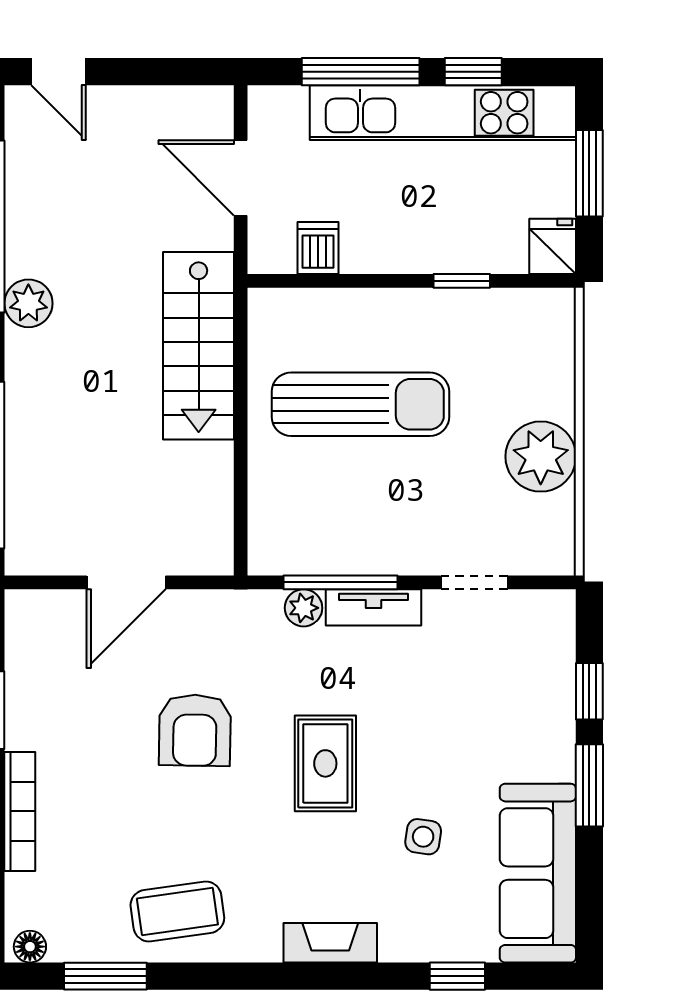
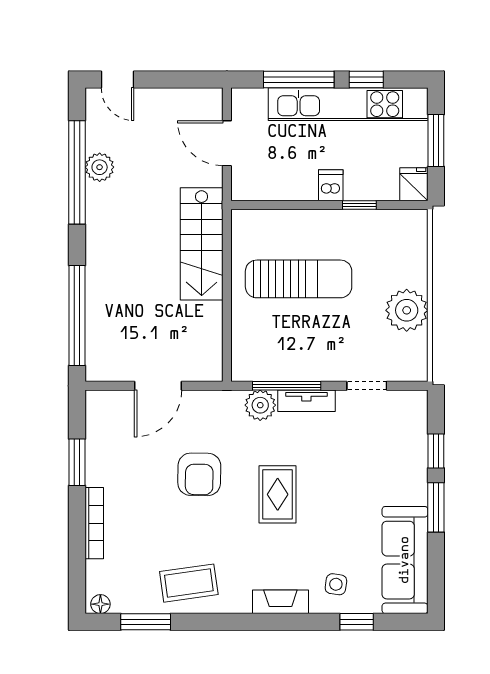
dishwasher: (318, 248) -> (331, 185), moved
plant: (28, 303) -> (100, 167), moved
plant: (304, 608) -> (260, 405), width x1.38, depth x1.38
side table: (423, 837) -> (336, 584), moved

